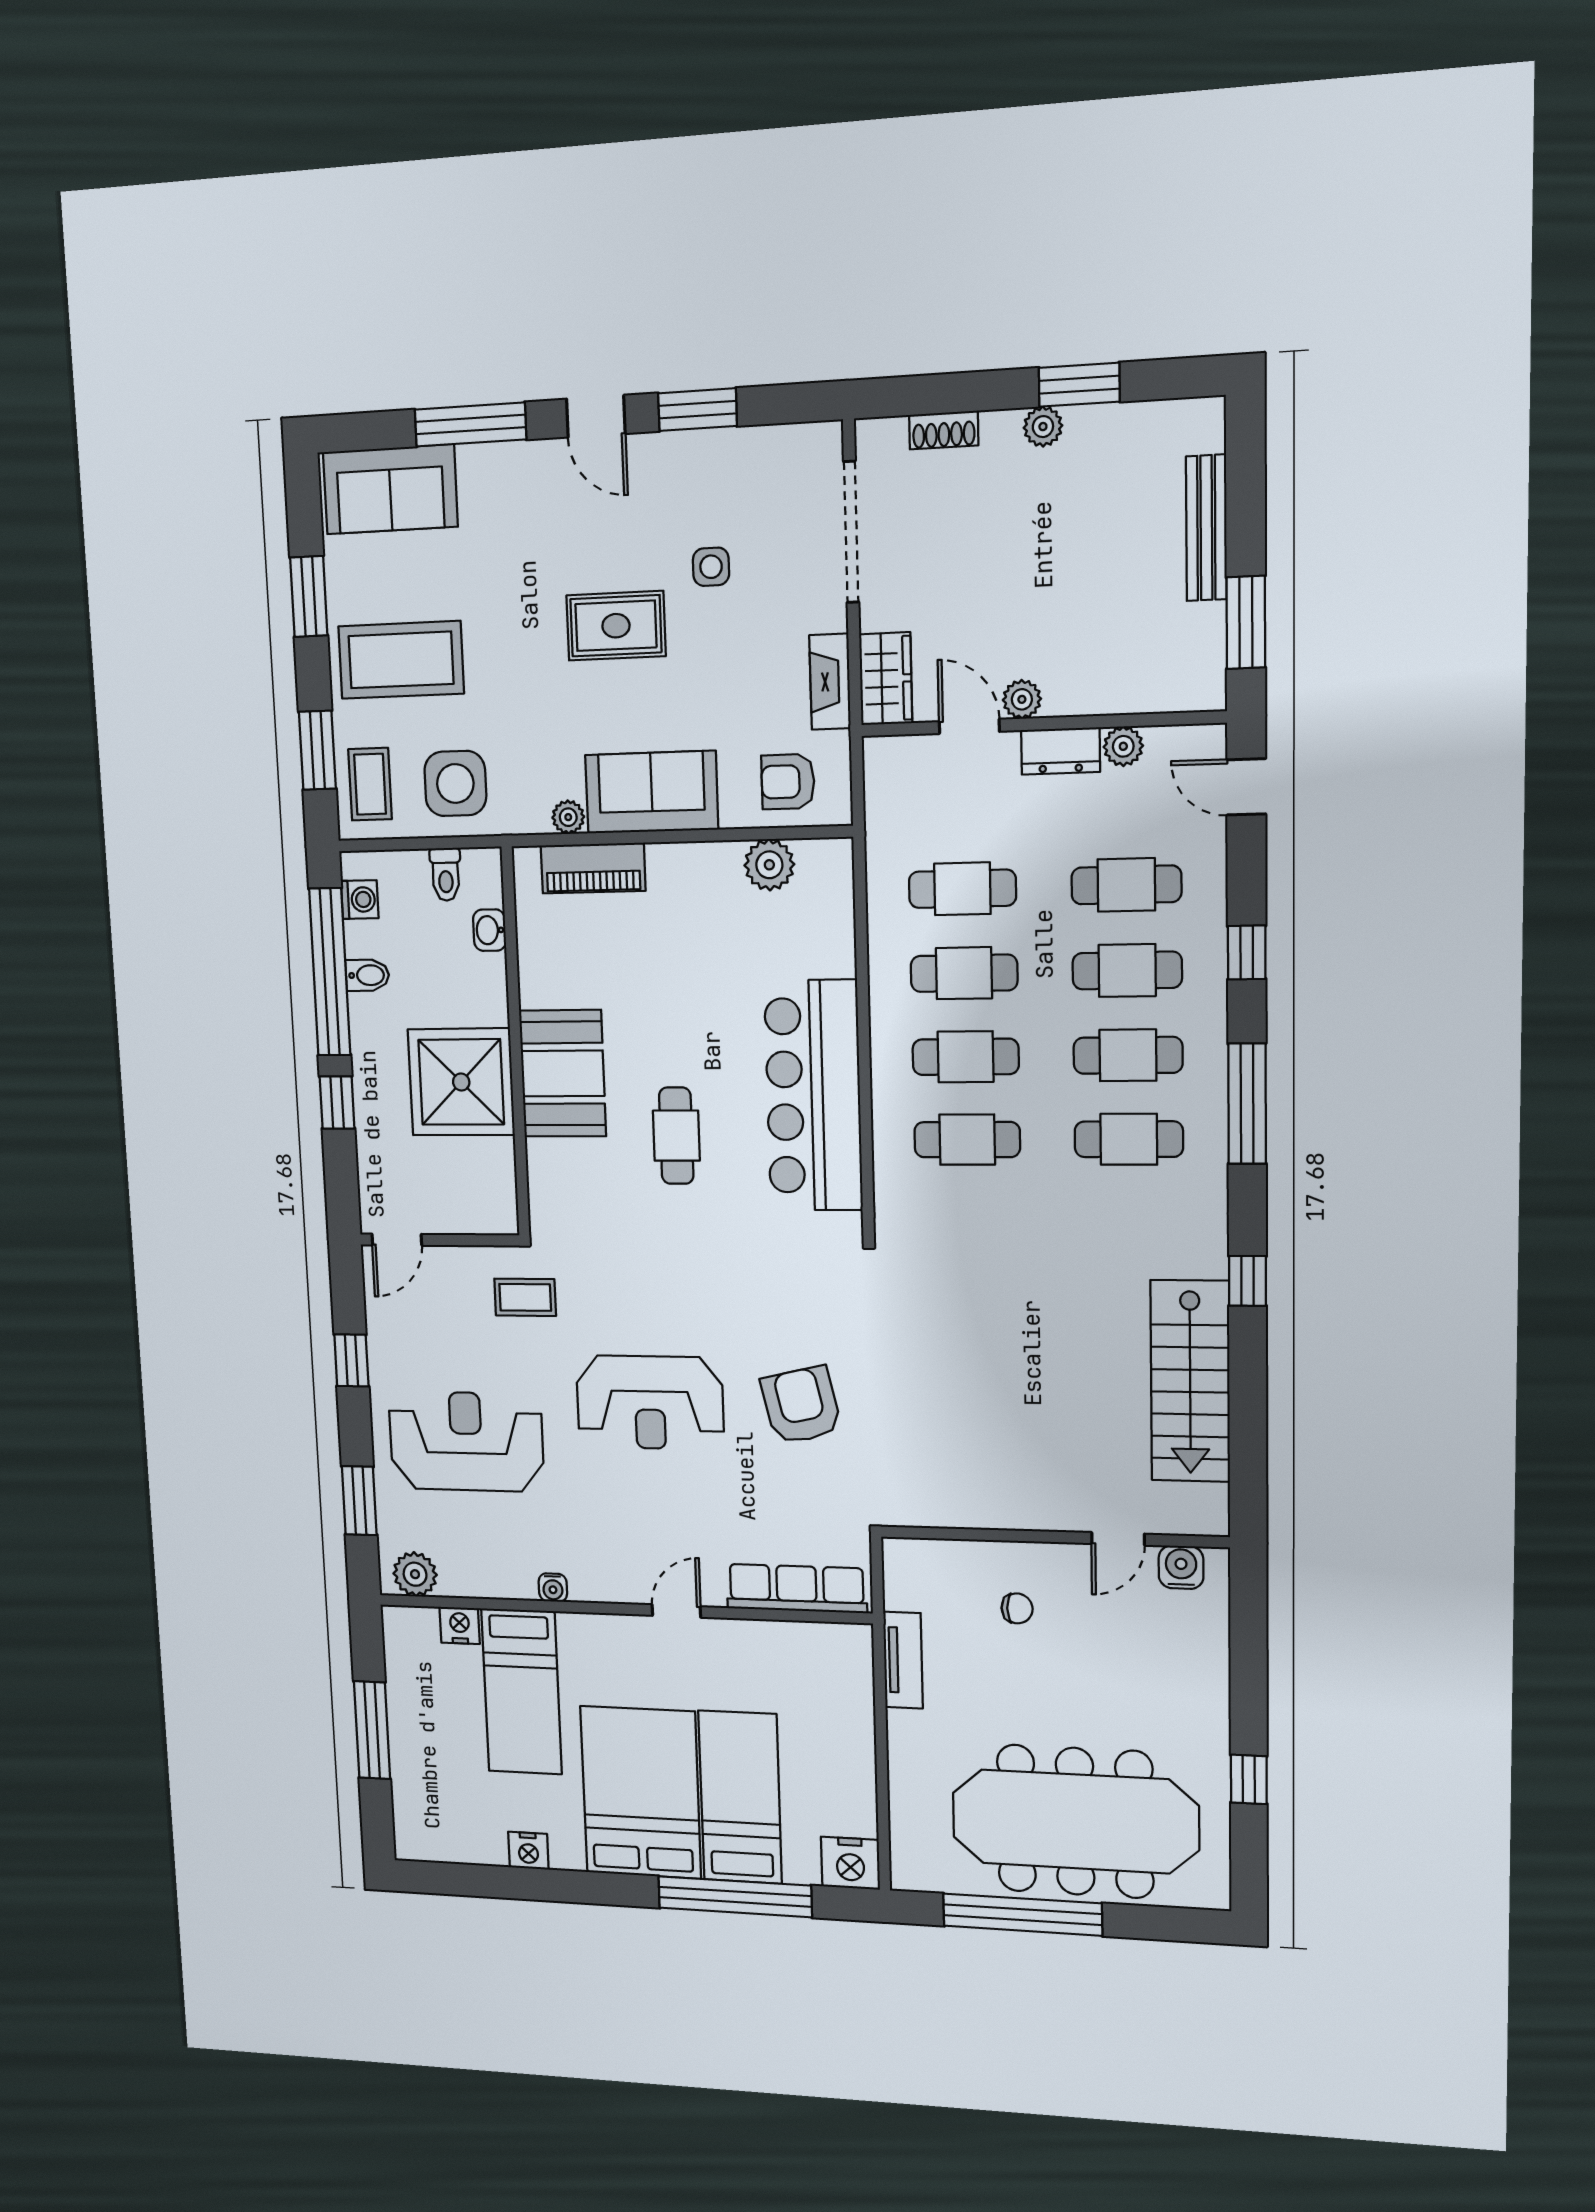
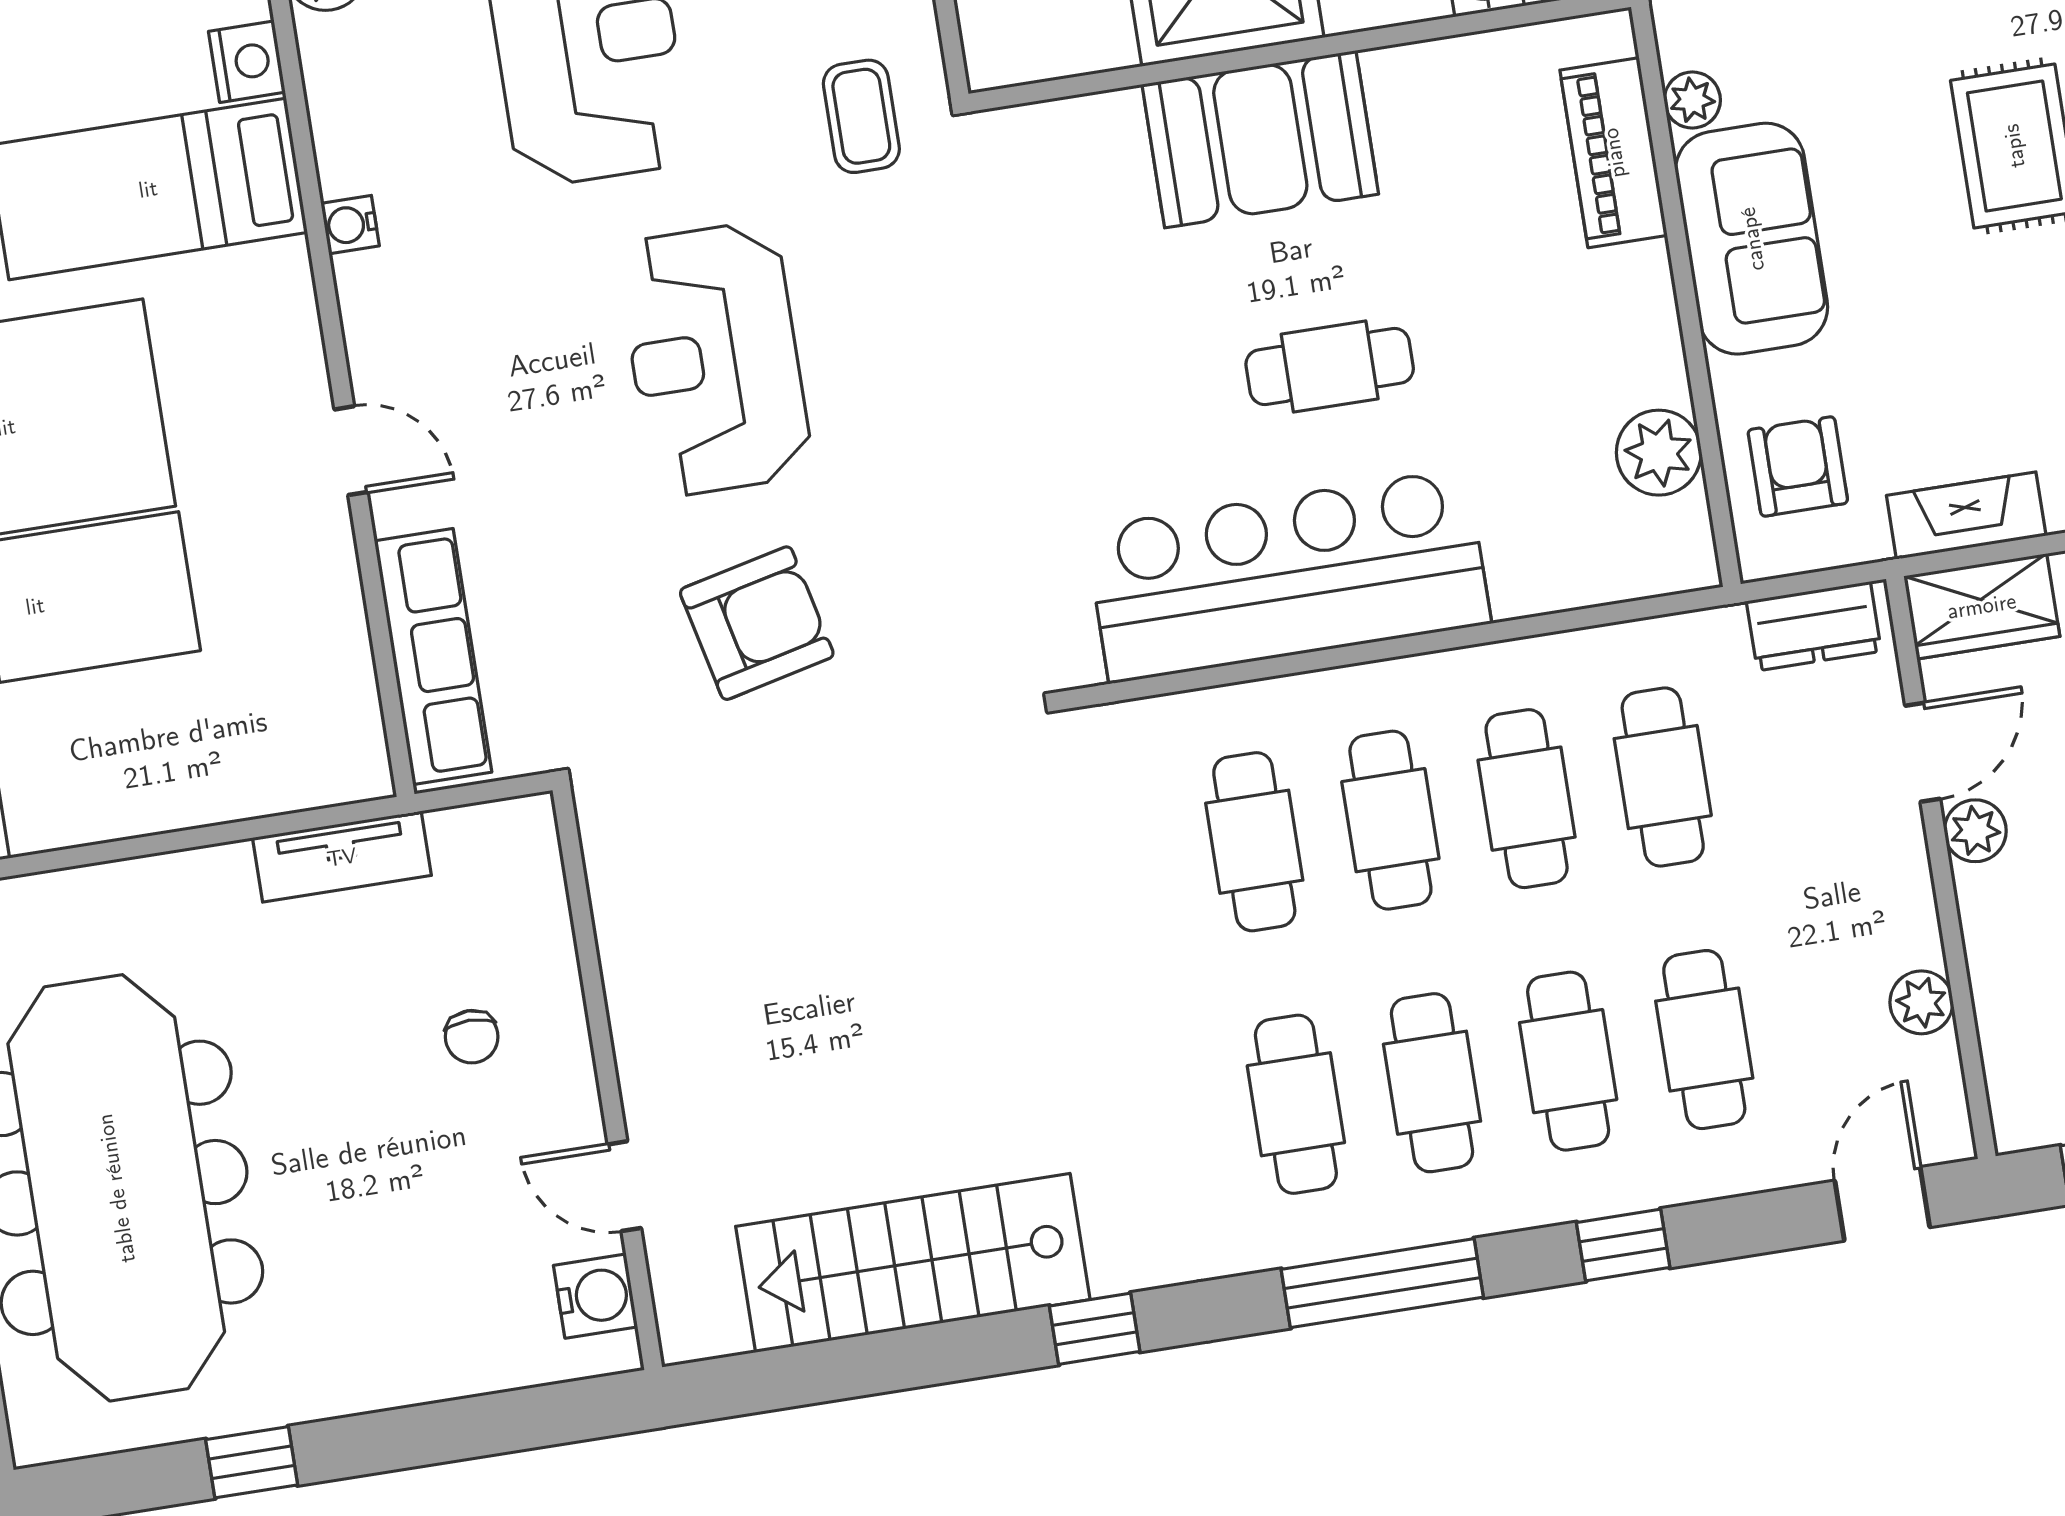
dresser: (1061, 751) -> (1814, 626), moved, turned -90
cafe table: (676, 1136) -> (1330, 366), moved

